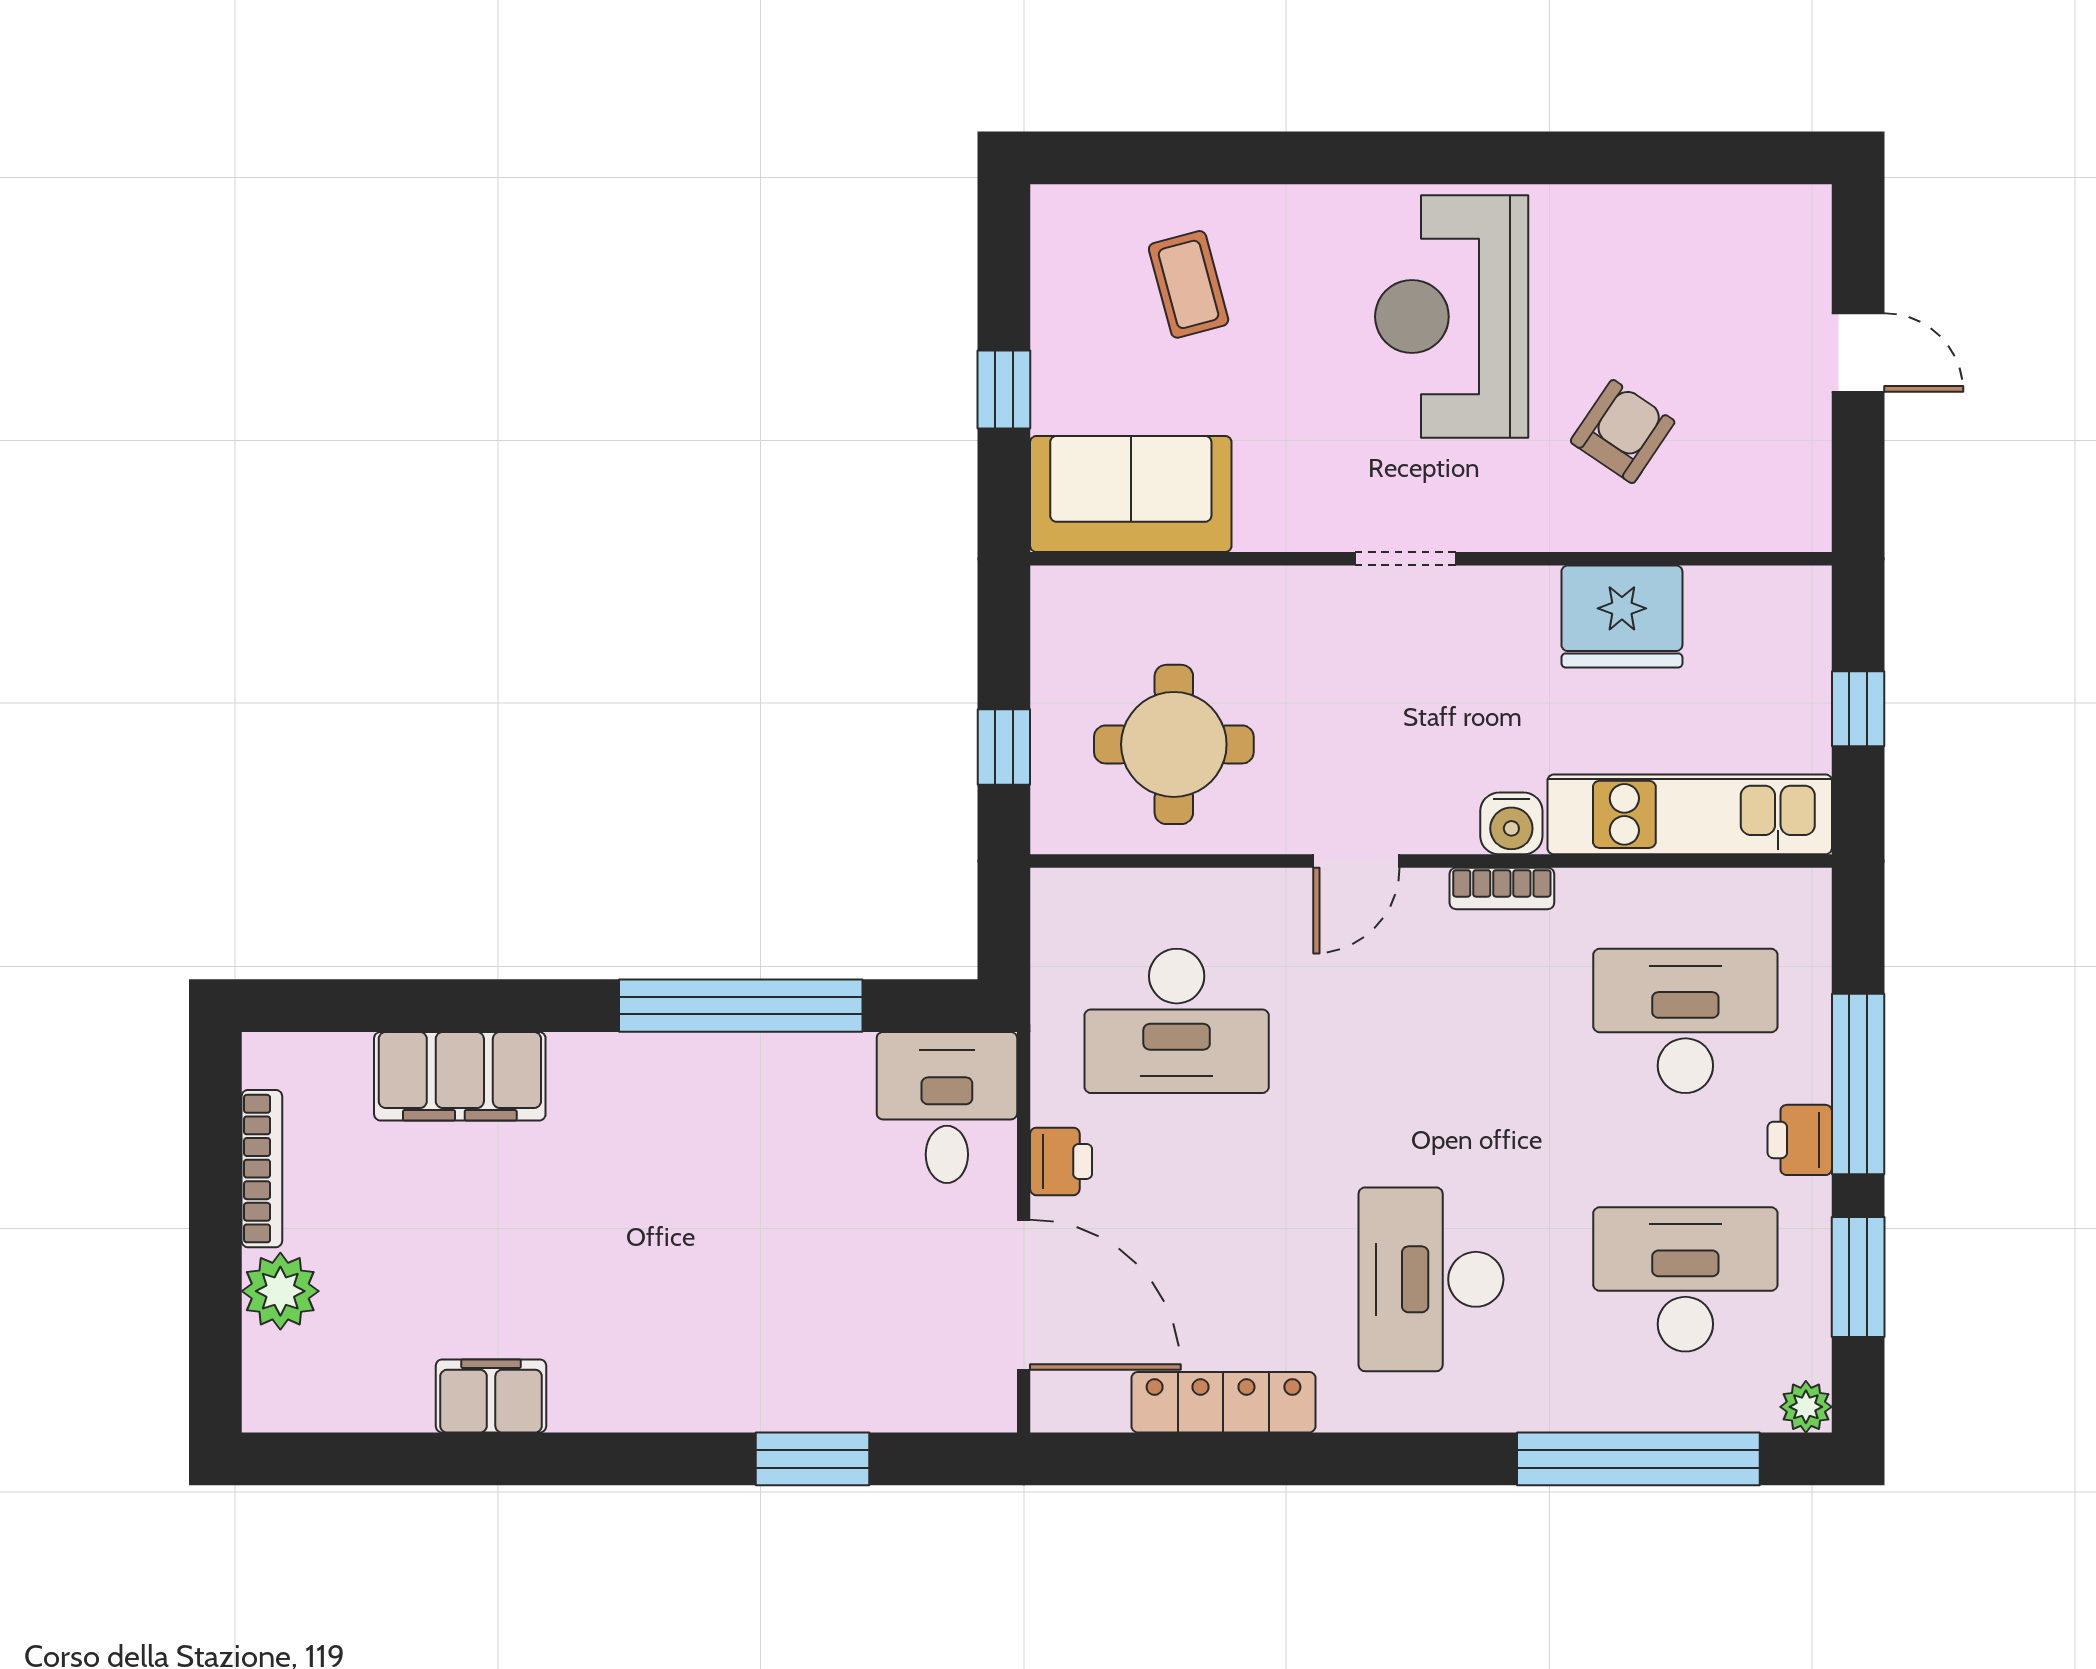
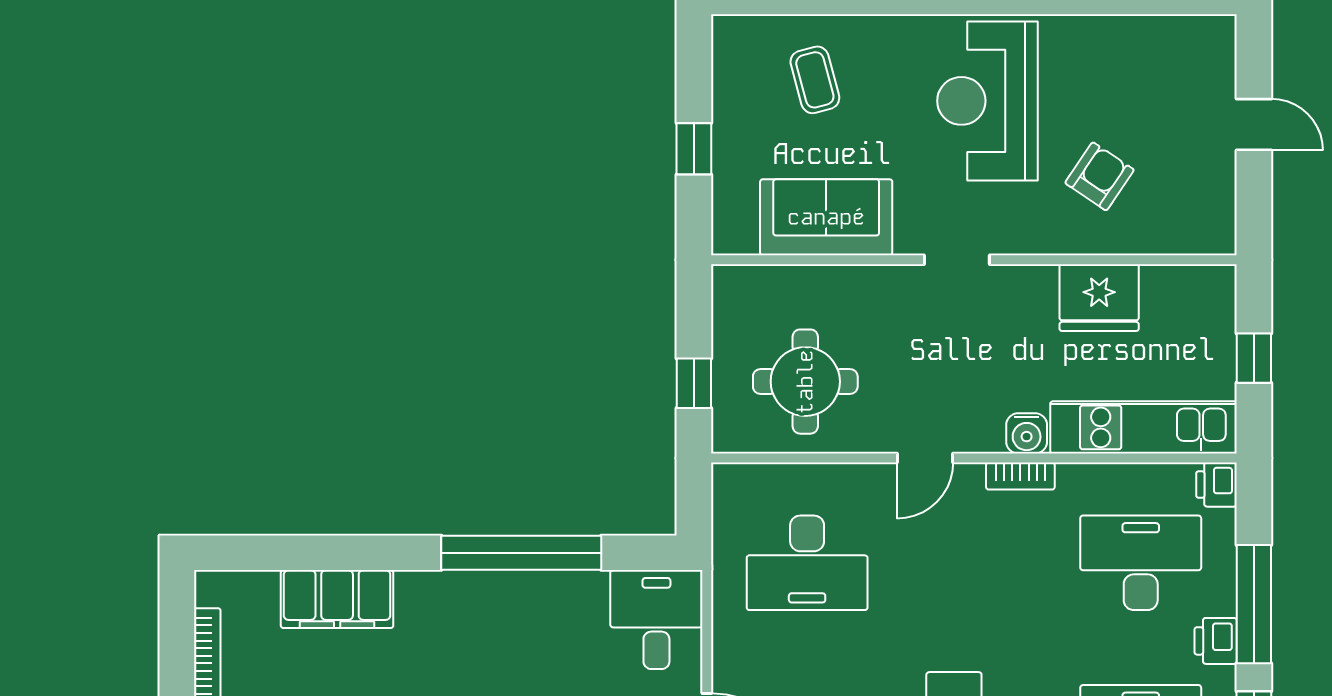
sofa: (1131, 494) -> (826, 217), moved
printer: (1061, 1161) -> (1216, 485), moved, turned 180

